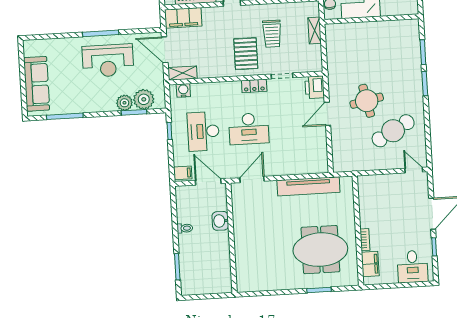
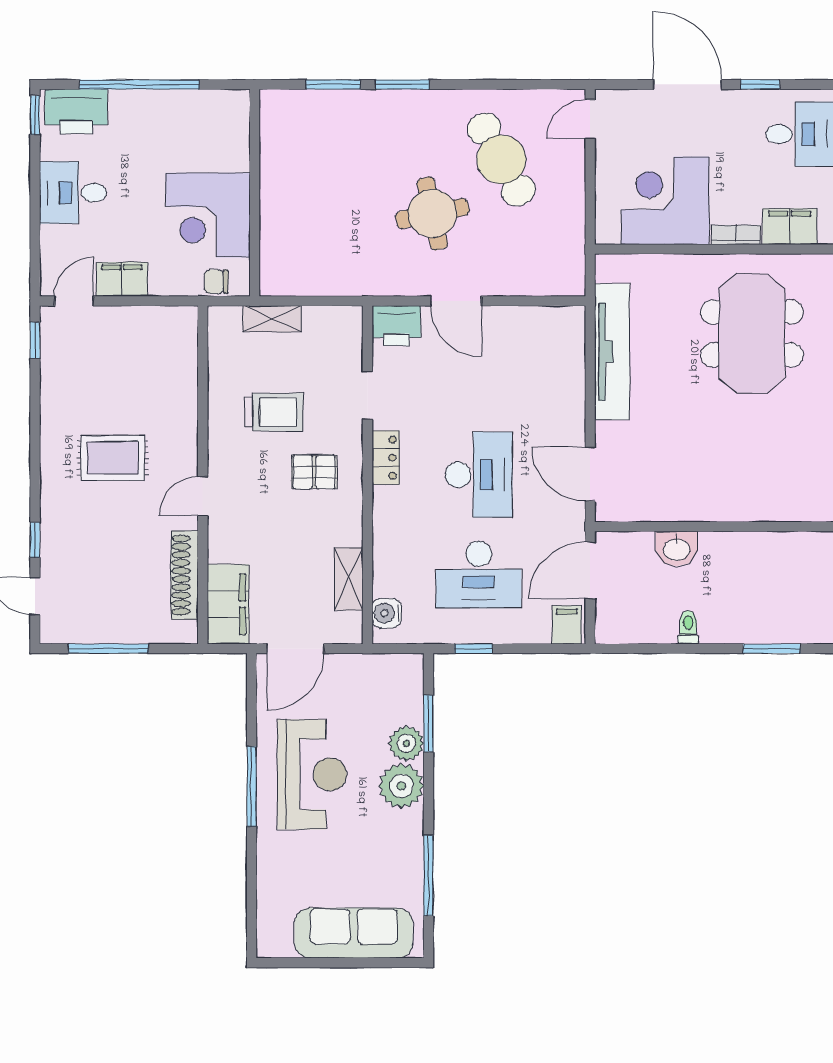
pallet: (246, 54) -> (314, 472), width x0.67, depth x0.71
shelving: (183, 73) -> (349, 579), moved
plant: (144, 99) -> (401, 786), moved
corner desk: (379, 206) -> (665, 201), added

